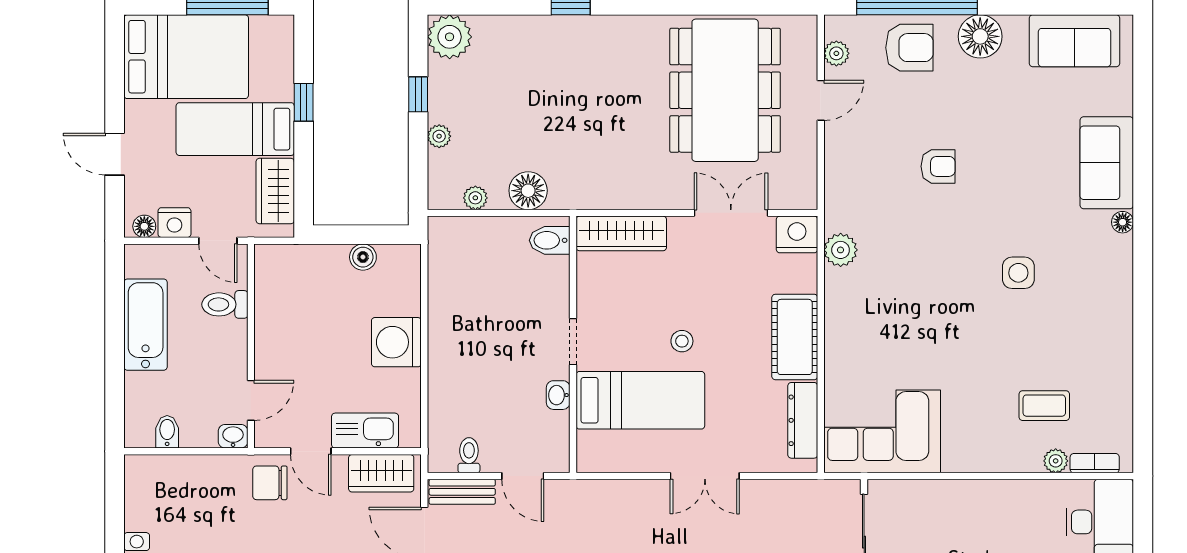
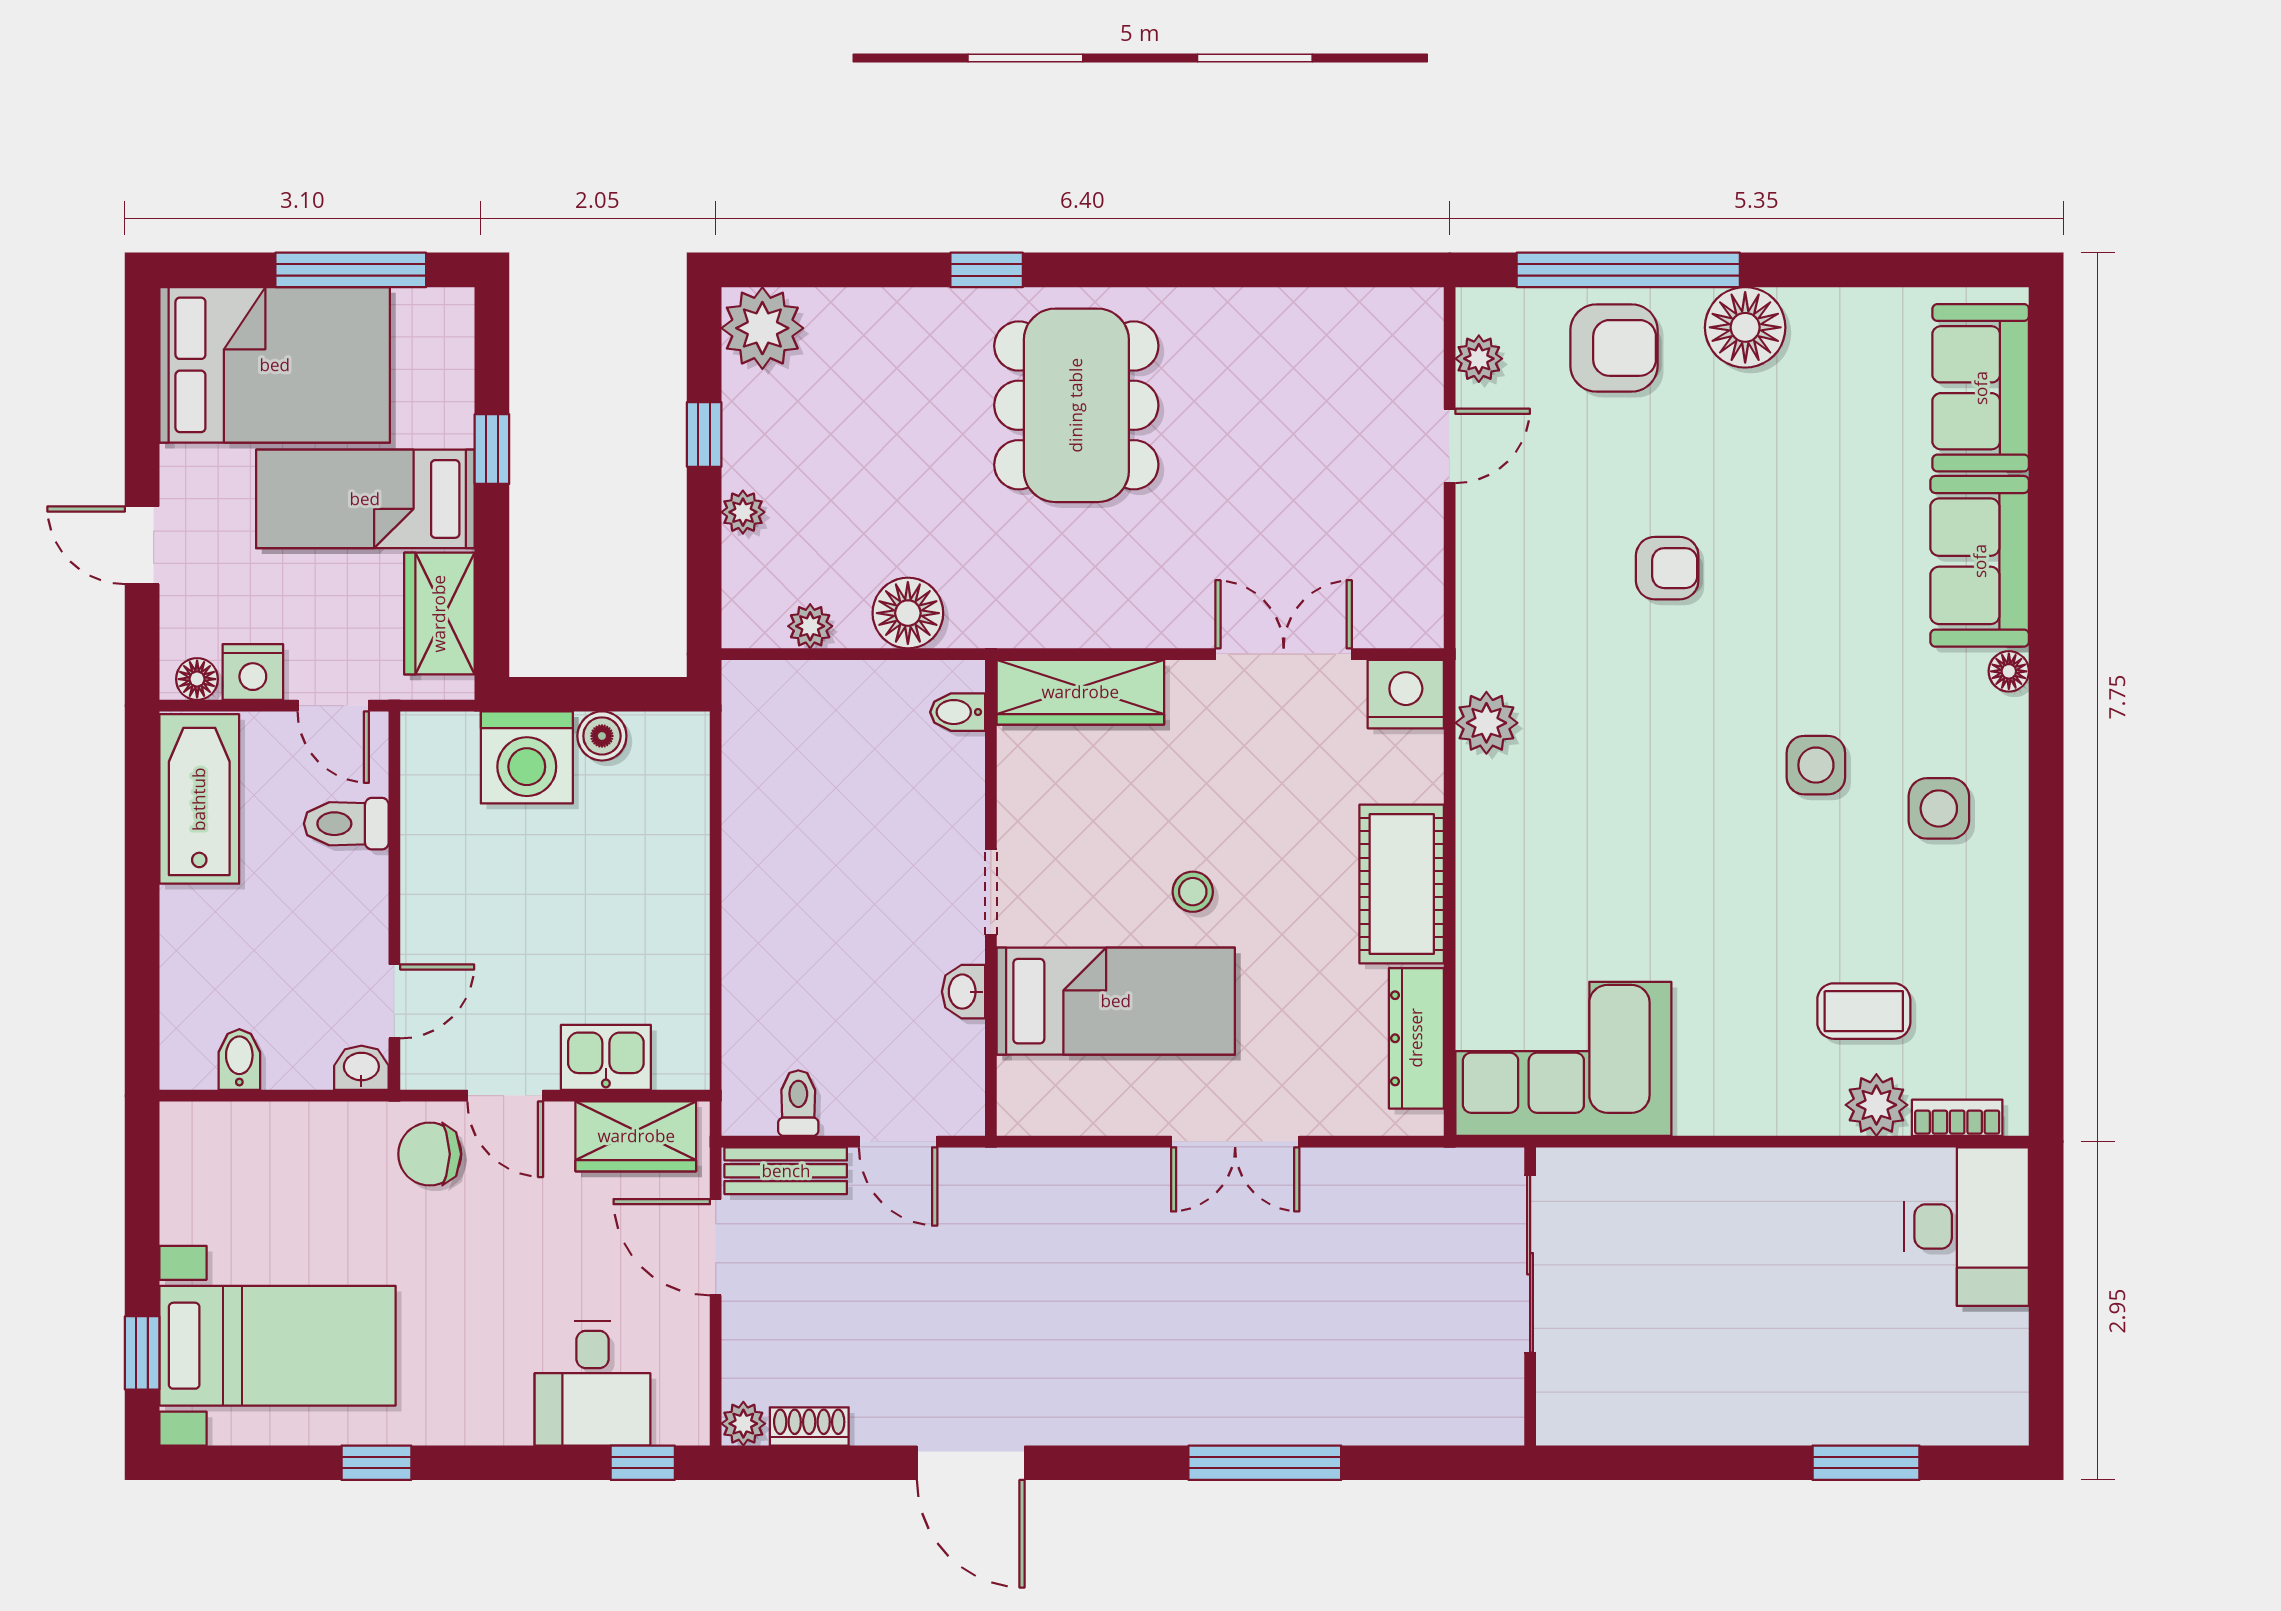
sofa: (1074, 41) -> (1981, 388), moved, turned 90
dining table: (725, 90) -> (1076, 405), moved, width x0.73, depth x0.80
bidet: (550, 240) -> (958, 712), width x0.72, depth x0.74
side table: (1085, 296) -> (1939, 808), added
bathtub: (146, 325) -> (199, 799), moved
washing machine: (396, 342) -> (527, 757), moved, turned -90
kitchen sink: (365, 431) -> (606, 1057), width x0.73
plant: (1056, 461) -> (1876, 1105), width x1.38, depth x1.38

